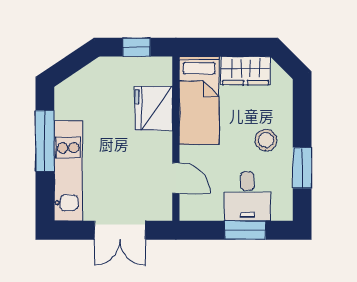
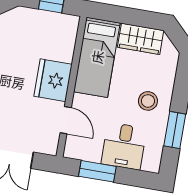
fridge: (154, 108) -> (53, 80), moved
window: (245, 230) -> (97, 171), moved

